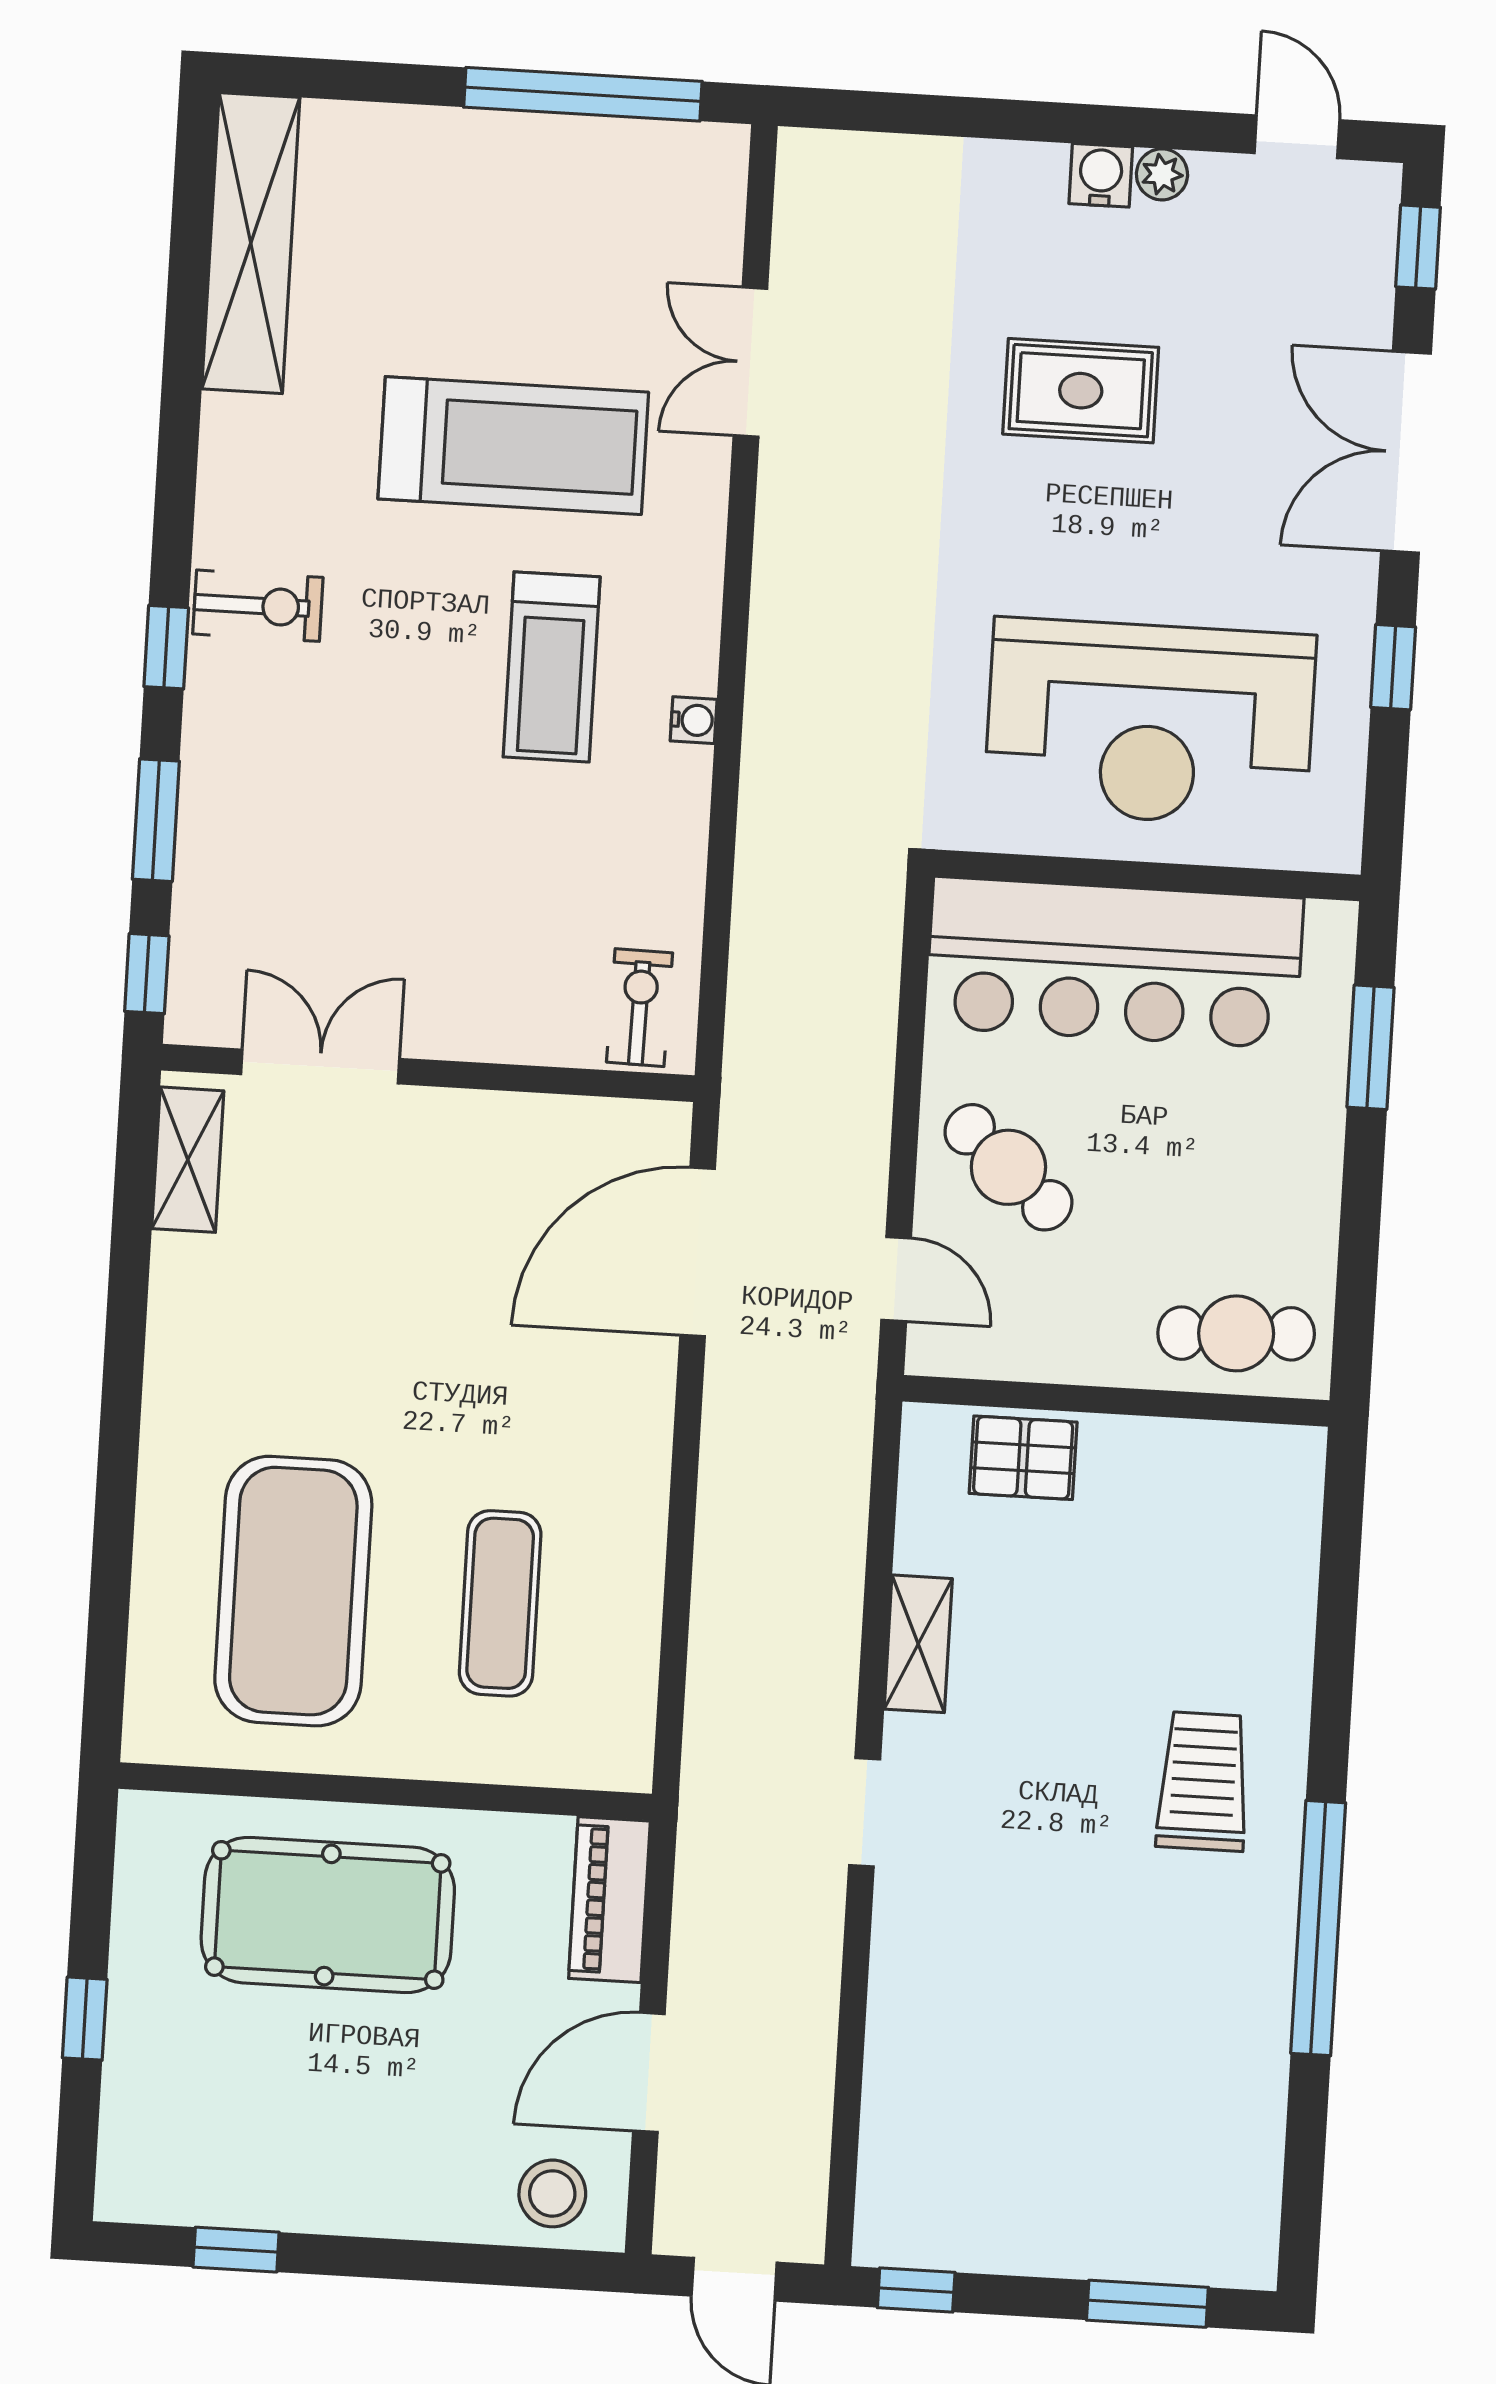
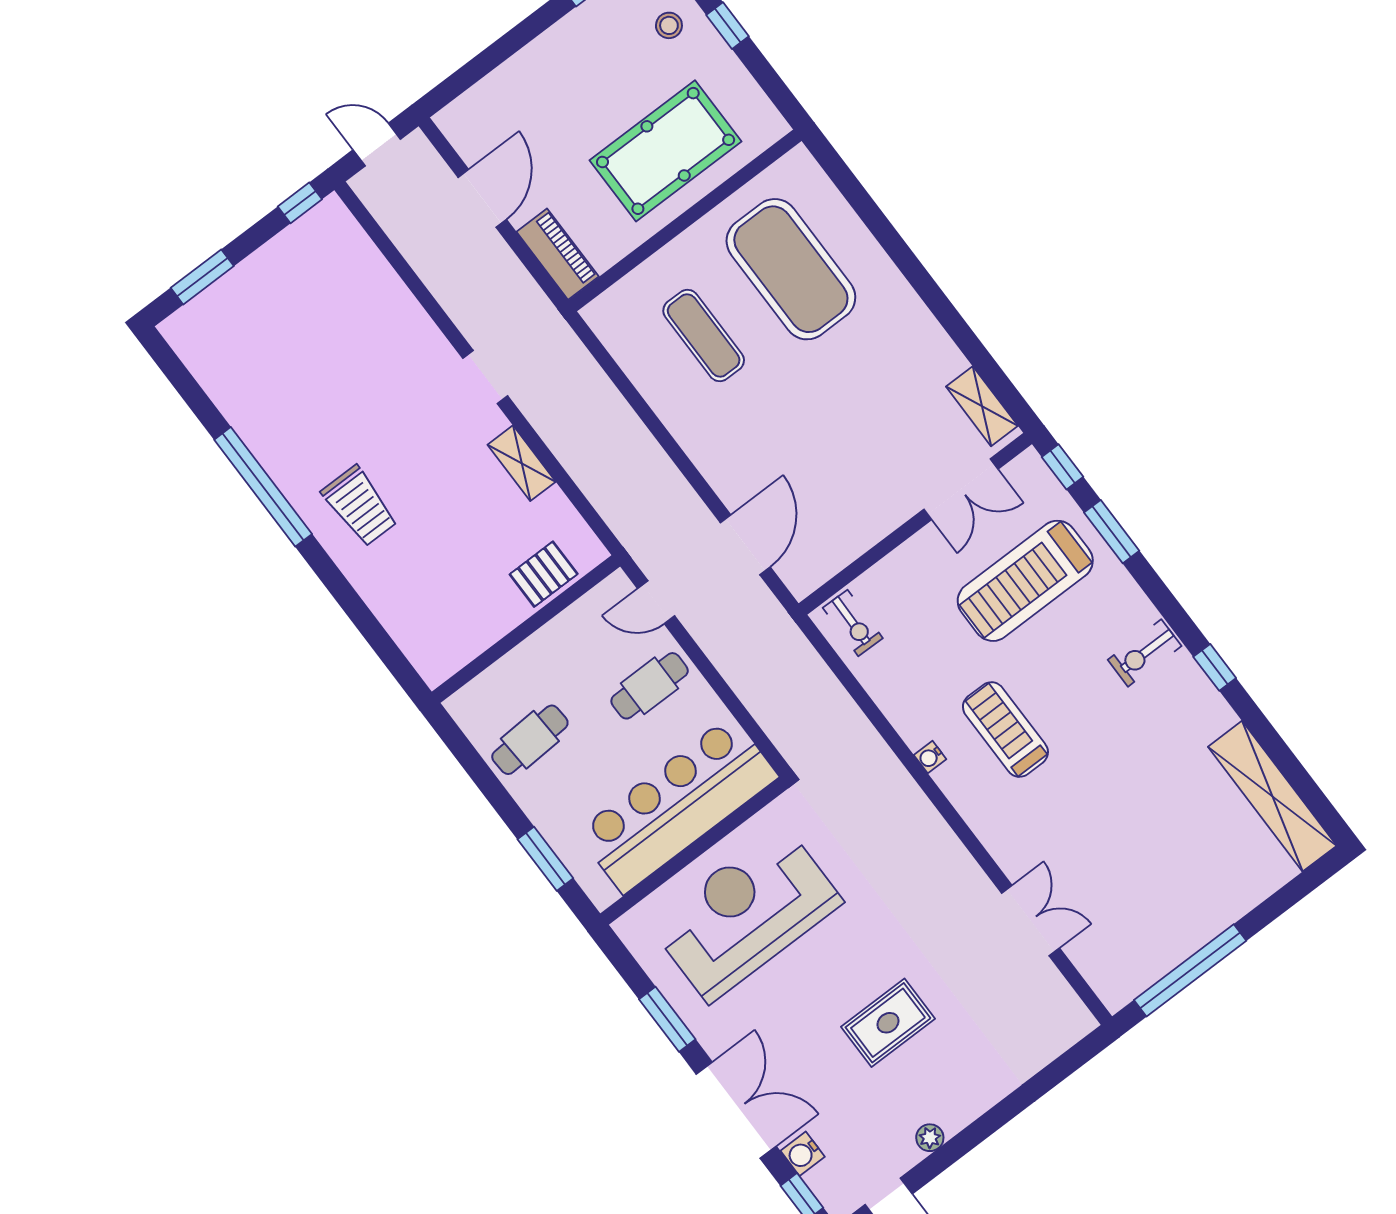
water cooler: (1101, 175) -> (803, 1154), moved, turned 90
treadmill: (513, 446) -> (1025, 581), moved
window: (166, 647) -> (1215, 667), moved
window: (1393, 667) -> (667, 1019), width x1.50
cafe table: (1008, 1167) -> (650, 686), turned -41
door: (698, 1252) -> (745, 545), width x0.73
cafe table: (1236, 1333) -> (530, 740), moved
stool: (552, 2193) -> (669, 25), moved, width x0.73, depth x0.73

